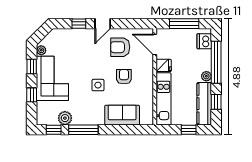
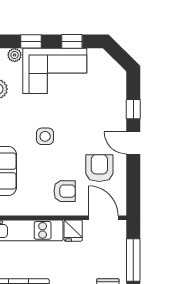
door: (155, 45) -> (103, 218), hinge flipped
plant: (41, 50) -> (15, 55), moved
armchair: (124, 77) -> (65, 191), moved

